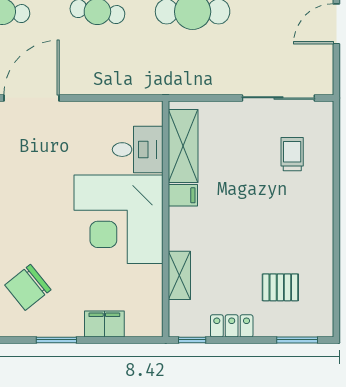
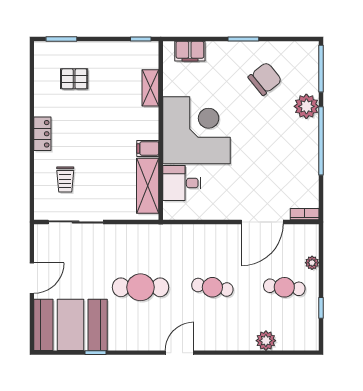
filing cabinet: (104, 324) -> (190, 51), moved
locker: (232, 326) -> (42, 134), moved, turned -90

